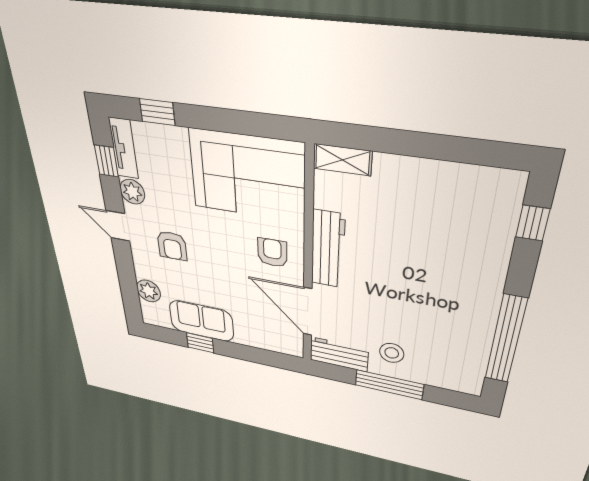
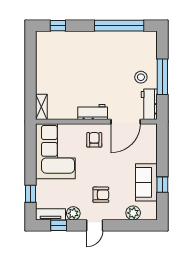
workbench: (328, 249) -> (93, 112), width x0.73
armchair: (272, 253) -> (94, 140), turned 90

